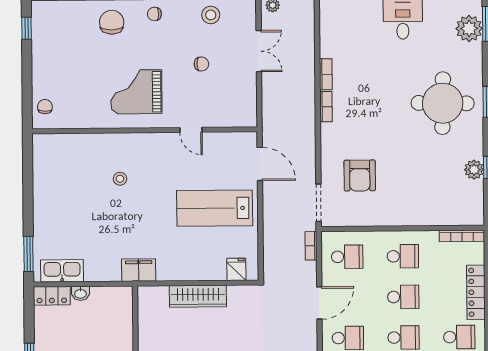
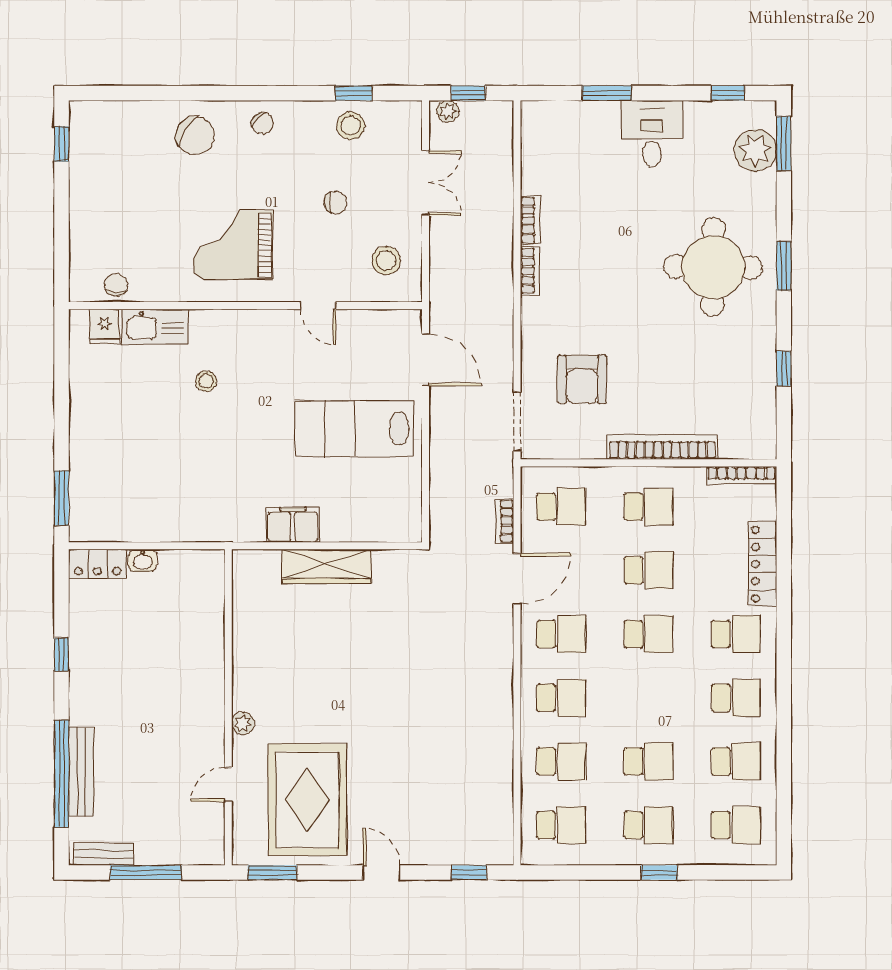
chair: (154, 14) -> (262, 123), turned -133
chair: (112, 22) -> (195, 136), turned 123
stool: (234, 101) -> (386, 260), added
chair: (45, 107) -> (116, 285), moved
plant: (474, 170) -> (761, 372), removed
bookcase: (411, 218) -> (662, 447), added
bookcase: (311, 246) -> (505, 521), moved
fridge: (236, 269) -> (105, 327), moved, turned 180
filing cabinet: (139, 270) -> (293, 525), moved
kitchen sink: (62, 271) -> (155, 327), moved, turned 180

